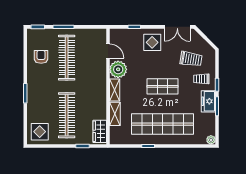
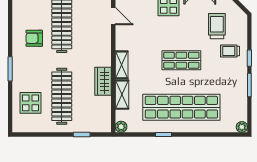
armchair: (41, 57) -> (34, 38), moved, turned -90
trolley: (191, 59) -> (217, 26), turned -99
plant: (118, 69) -> (121, 127), moved, width x0.53, depth x0.53
freezer: (208, 101) -> (239, 79), removed
wardrobe: (100, 131) -> (103, 81), moved
display table: (40, 132) -> (30, 103), moved

